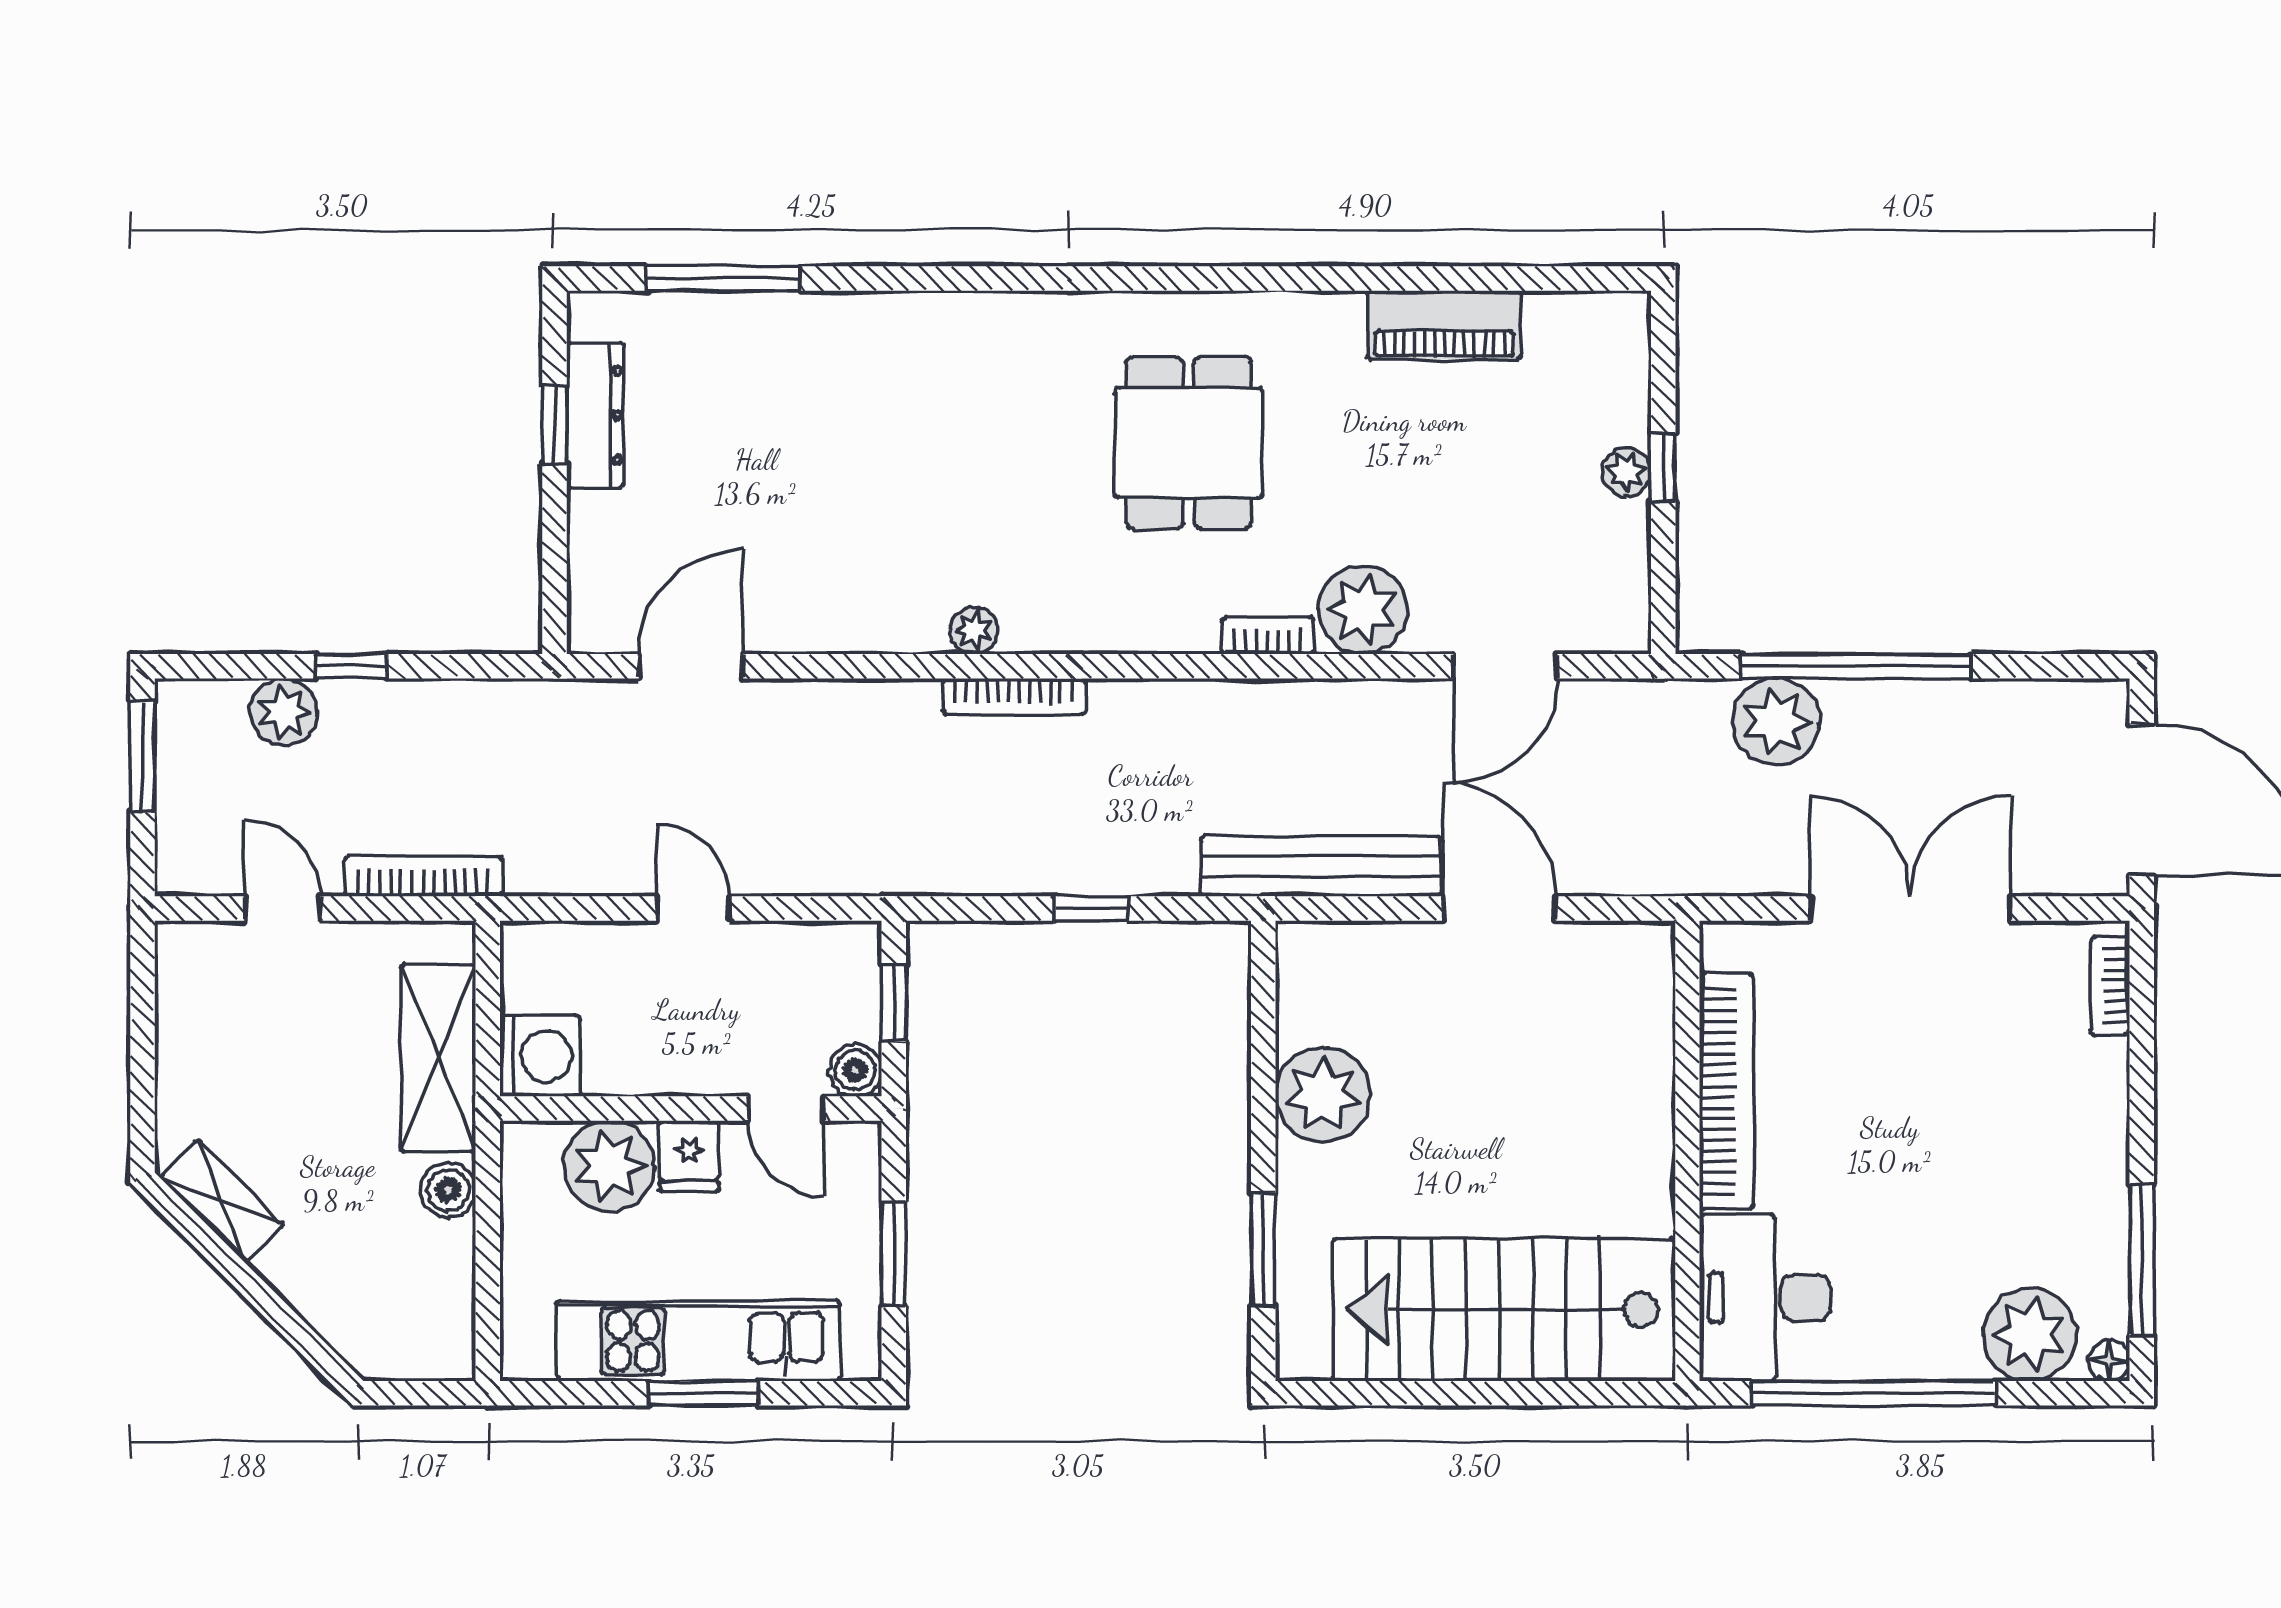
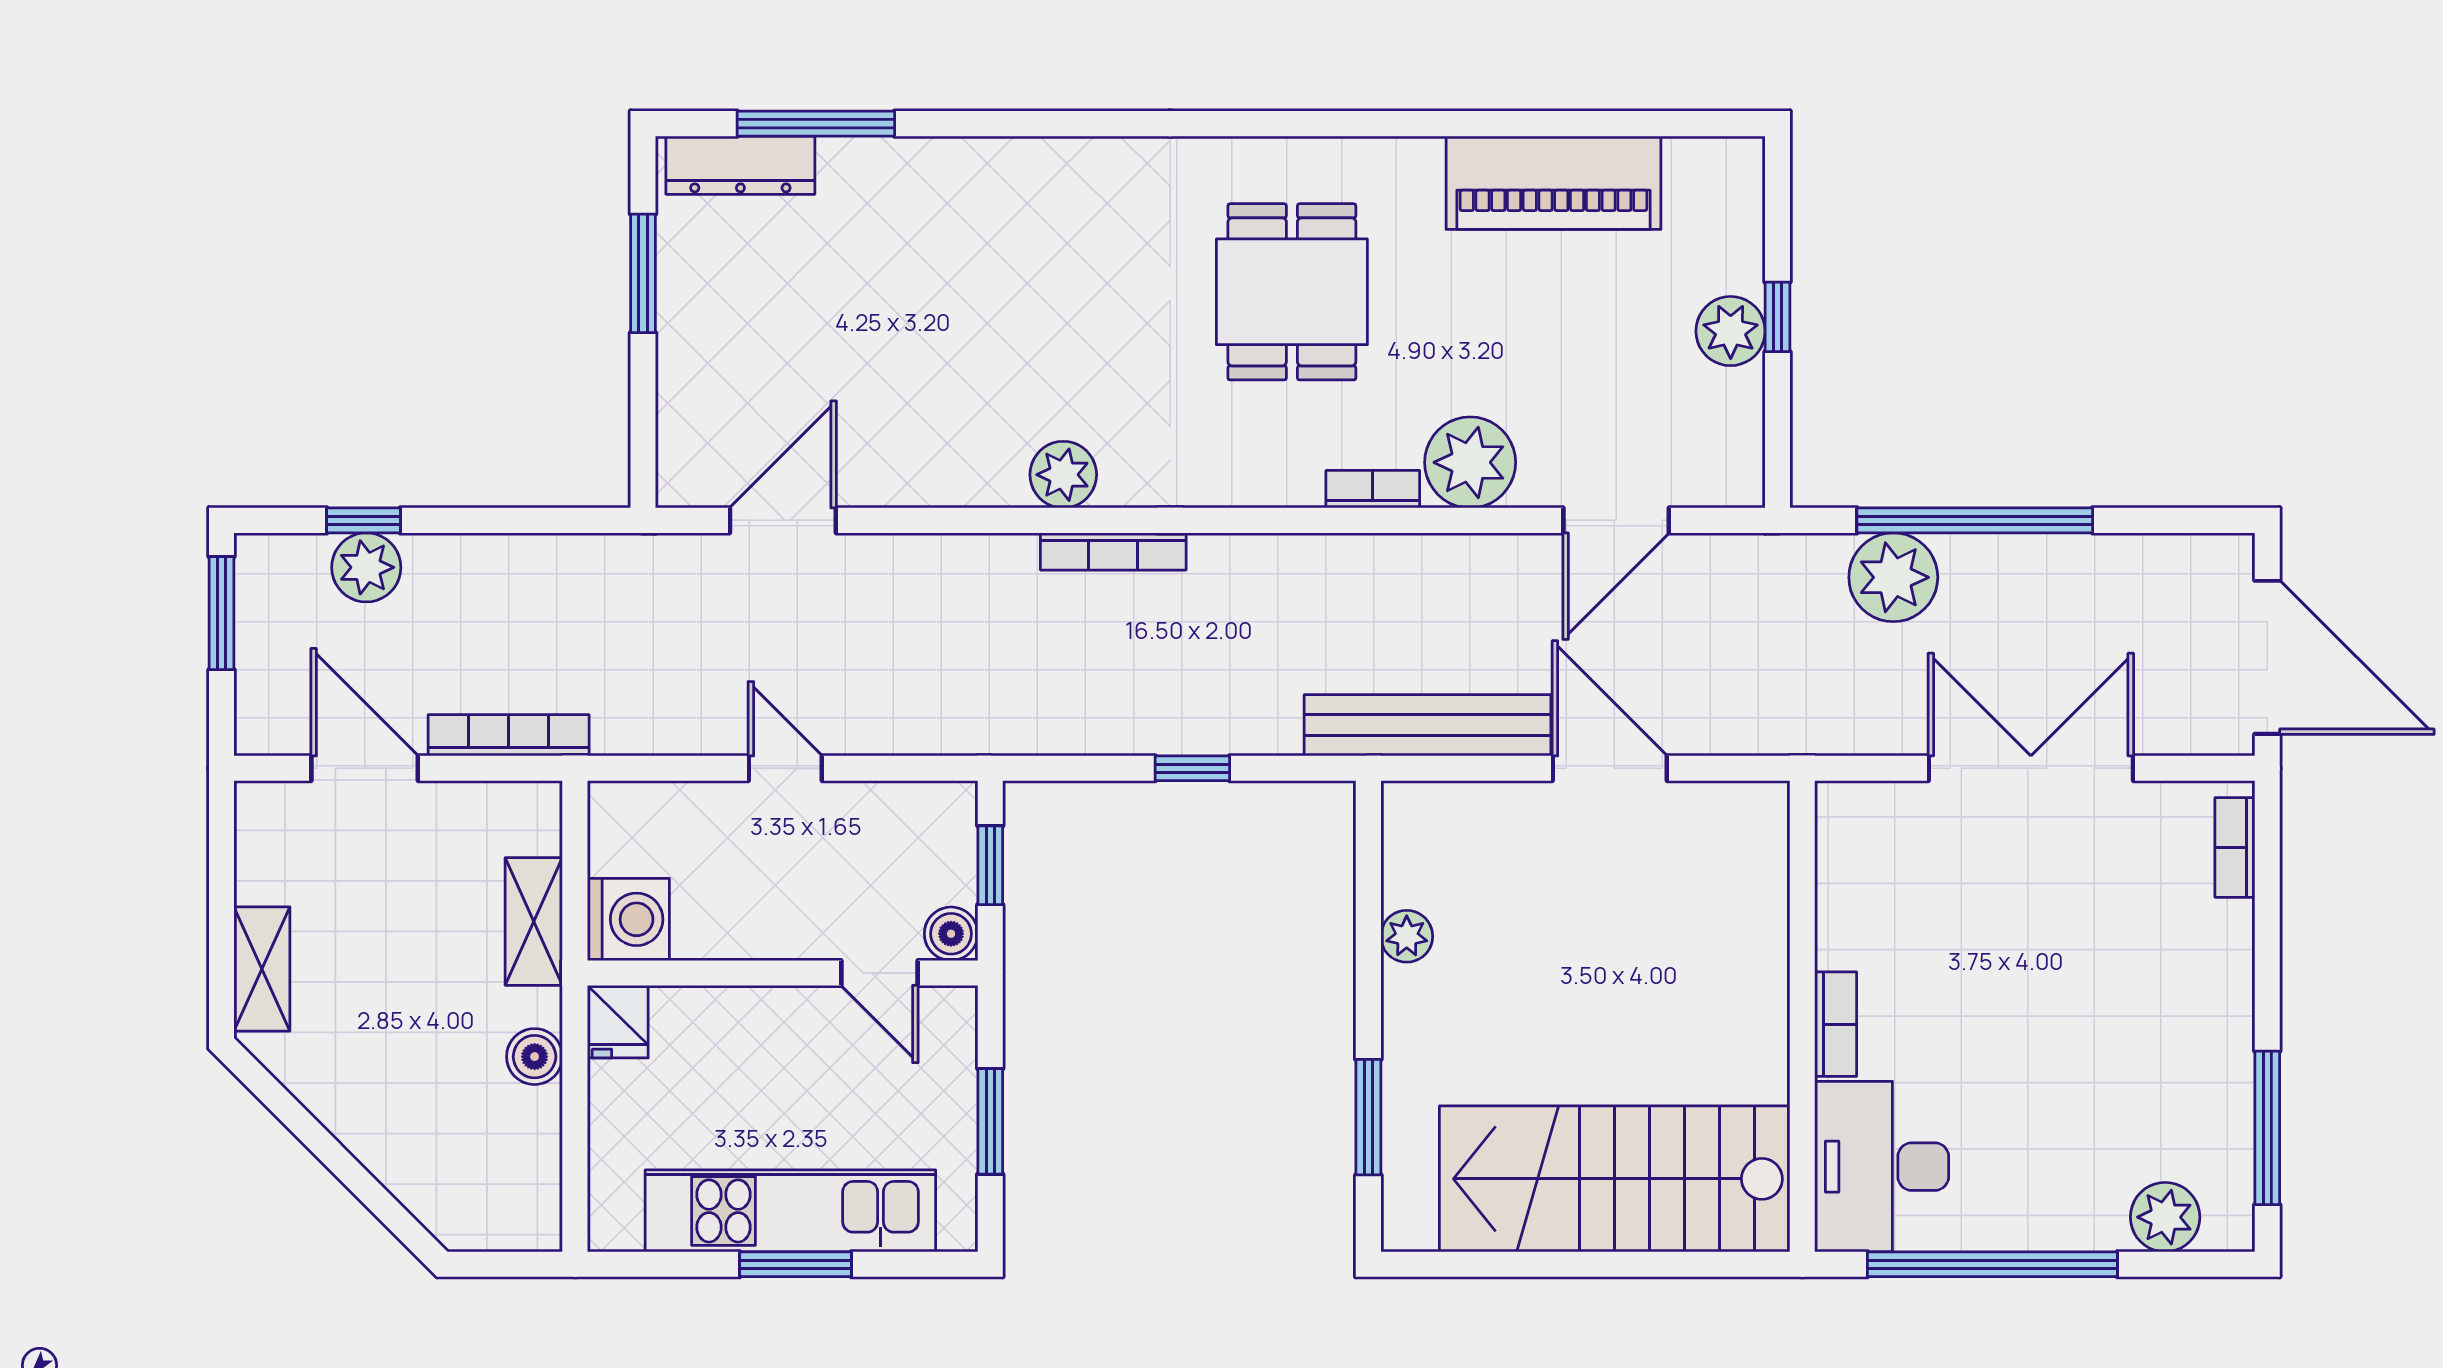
piano: (1444, 325) -> (1553, 183), width x1.37, depth x1.33
dresser: (595, 415) -> (740, 165), moved, turned 90
window: (554, 425) -> (643, 273), width x1.50
plant: (1626, 472) -> (1731, 331), width x1.38, depth x1.38
plant: (974, 630) -> (1063, 475), width x1.38, depth x1.38
window: (352, 666) -> (364, 520), moved
door: (282, 909) -> (365, 768), width x1.38
shelving: (438, 1058) -> (534, 921), width x0.67, depth x0.75
bookcase: (1726, 1091) -> (1836, 1024), width x0.43, depth x0.76
plant: (1323, 1095) -> (1407, 936), width x0.53, depth x0.53
fridge: (689, 1156) -> (618, 1022), moved
plant: (609, 1166) -> (699, 1031), removed
shelving: (222, 1201) -> (262, 969), moved, turned 45
plant: (2030, 1335) -> (2165, 1217), width x0.73, depth x0.73
floor lamp: (2109, 1361) -> (2234, 1231), removed

